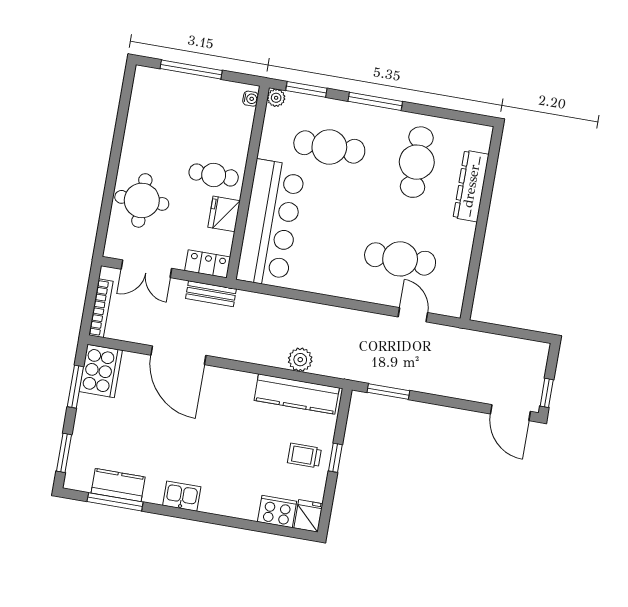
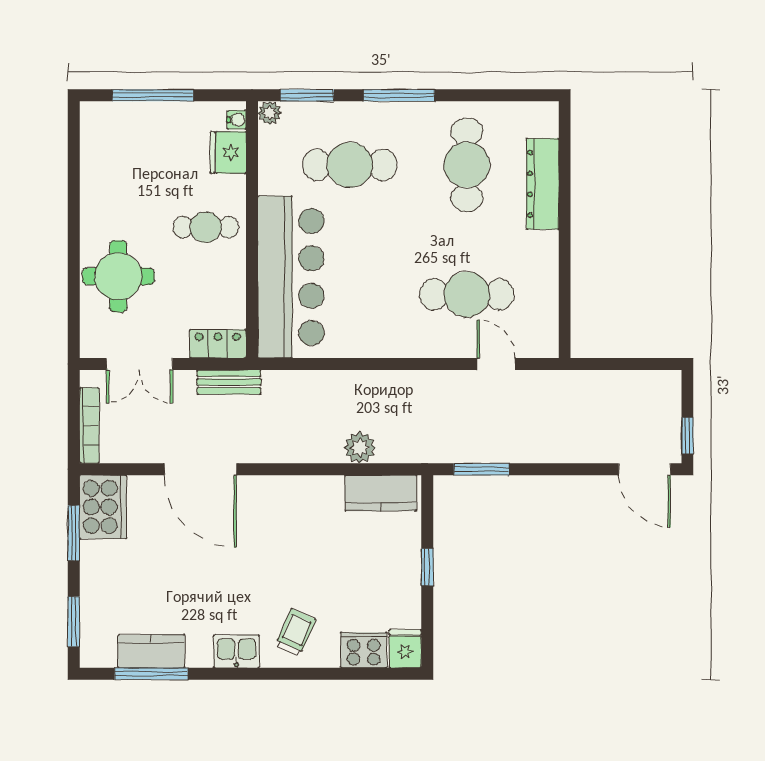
fridge: (224, 214) -> (228, 152), moved
kitchen counter: (297, 394) -> (381, 493), width x0.67
trolley: (304, 455) -> (295, 632), moved, turned 114

